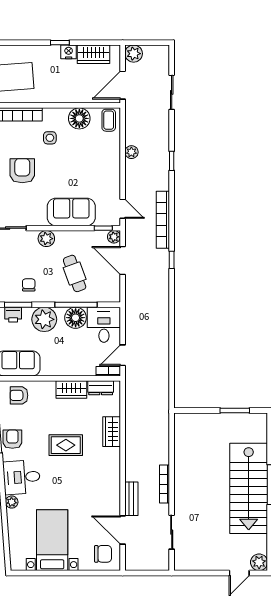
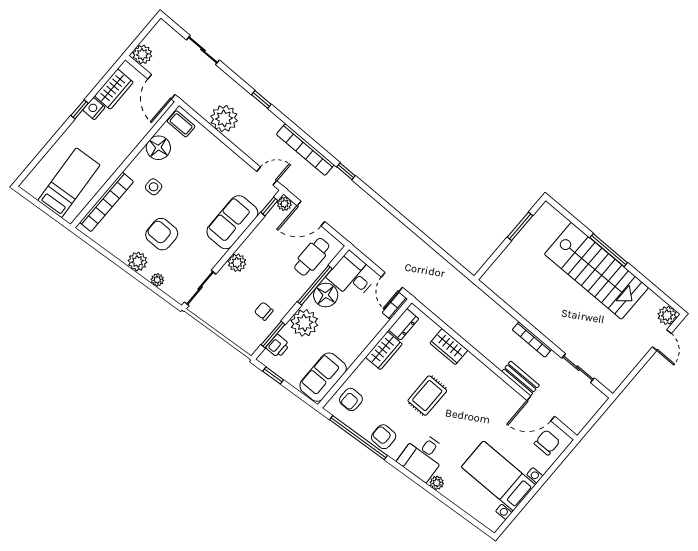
plant: (131, 152) -> (224, 118), width x1.88, depth x1.88
cafe table: (75, 273) -> (312, 257), moved, turned -70

